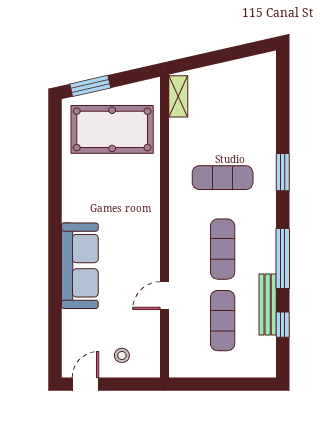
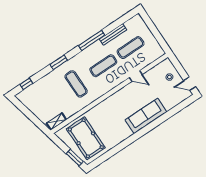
window: (283, 325) -> (26, 84), moved

